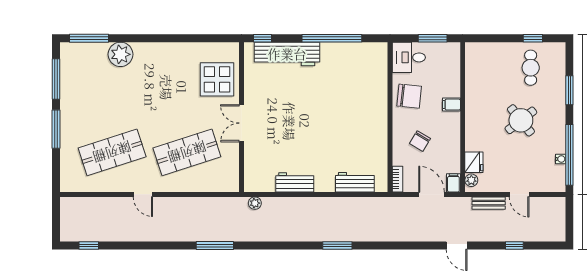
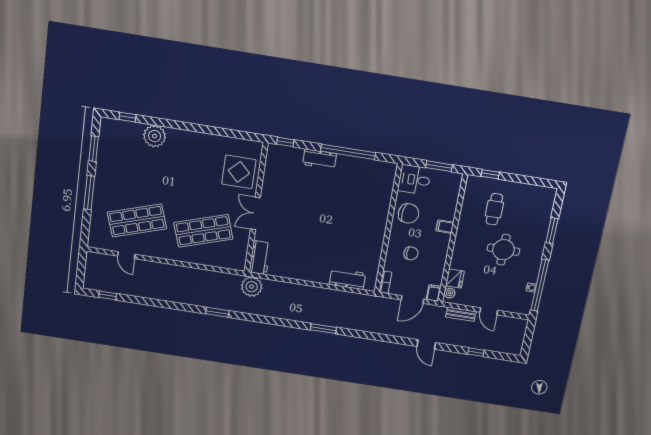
window: (89, 38) -> (128, 117), width x0.46
window: (533, 38) -> (490, 174), moved
workbench: (287, 54) -> (319, 159), width x0.53, depth x0.76
cafe table: (531, 68) -> (494, 209), moved
window: (56, 79) -> (94, 149), width x0.69
round table: (521, 120) -> (503, 250), turned 38
chair: (420, 141) -> (411, 253), turned -121
workbench: (295, 182) -> (260, 258), moved, turned 90
door: (143, 194) -> (126, 255), moved
door: (431, 194) -> (413, 299), swing flipped
plant: (255, 203) -> (252, 287), width x1.88, depth x1.88
window: (215, 245) -> (217, 312), width x0.69

